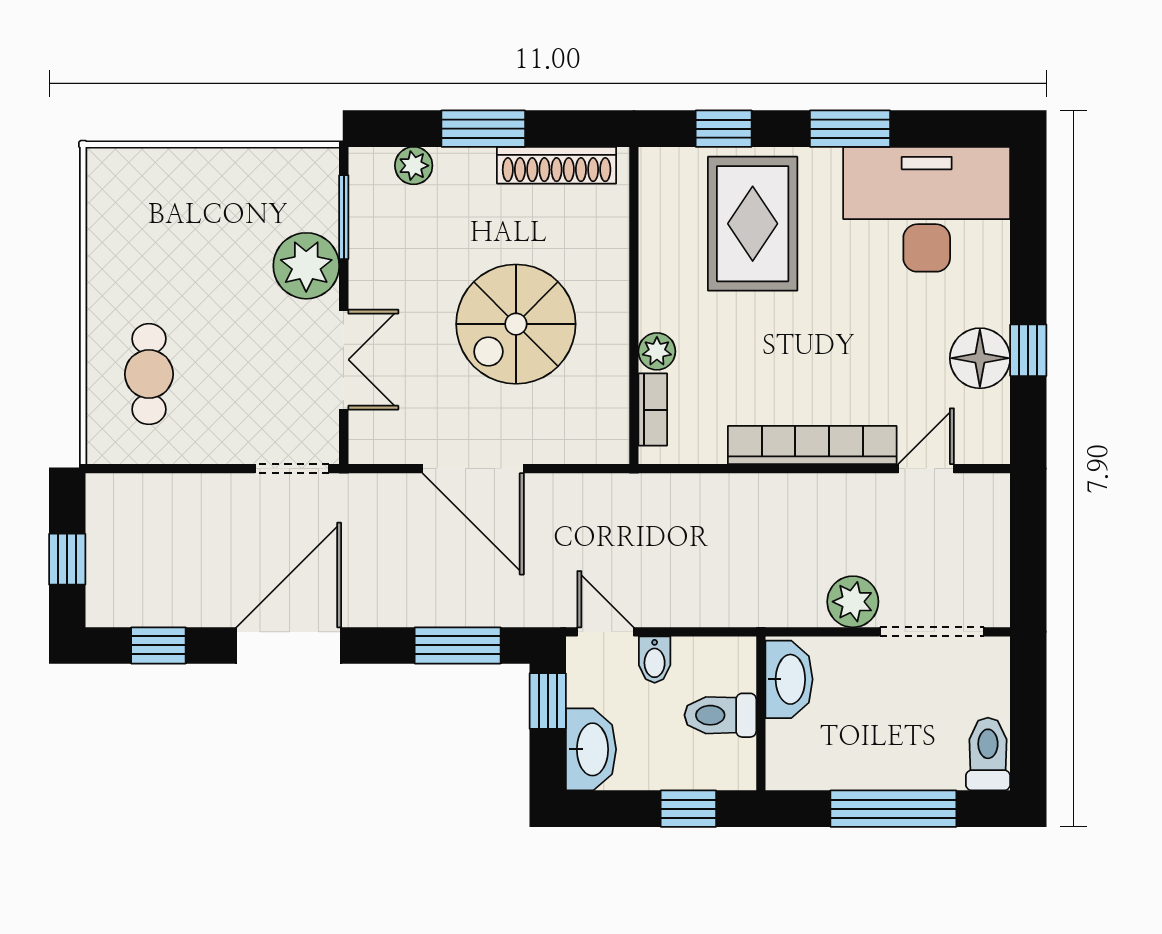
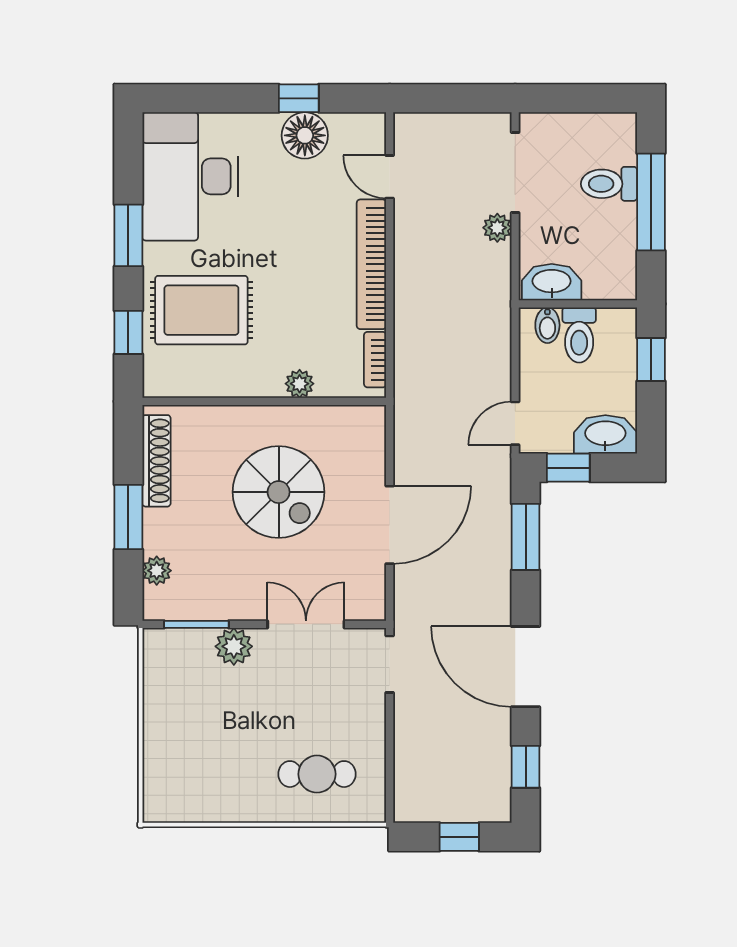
plant: (306, 266) -> (234, 646), width x0.73, depth x0.73
bookcase: (653, 410) -> (375, 360), moved, turned -90
plant: (853, 602) -> (497, 228), width x0.73, depth x0.73
bidet: (655, 660) -> (547, 325), moved, turned 90
toilet: (988, 754) -> (609, 184), moved

